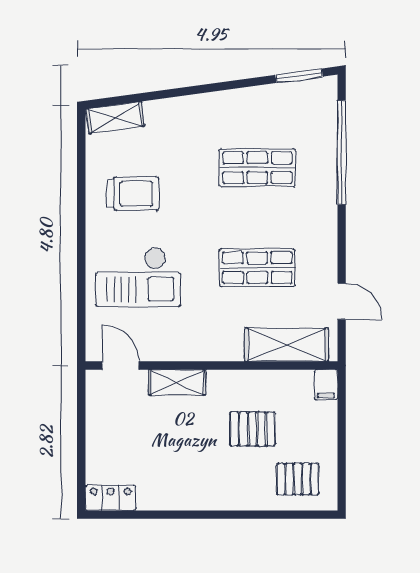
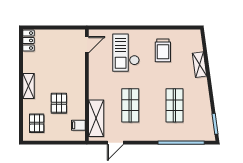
shelving: (115, 118) -> (200, 65), moved
shelving: (177, 382) -> (28, 86), moved
filing cabinet: (326, 385) -> (78, 125), moved

